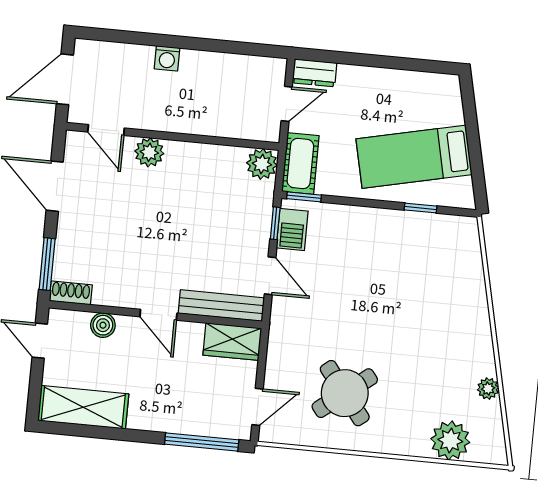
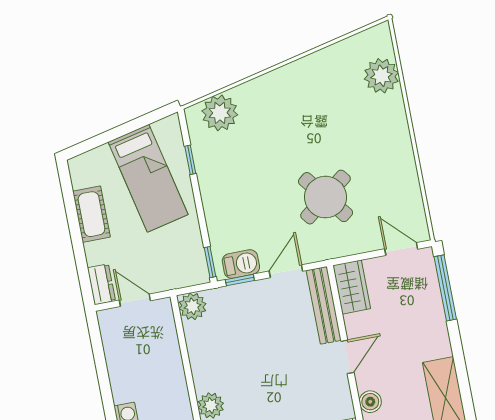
cot: (300, 164) -> (91, 214), moved, turned 90
plant: (488, 389) -> (220, 113), moved, width x1.88, depth x1.88
round table: (345, 393) -> (325, 197), moved

